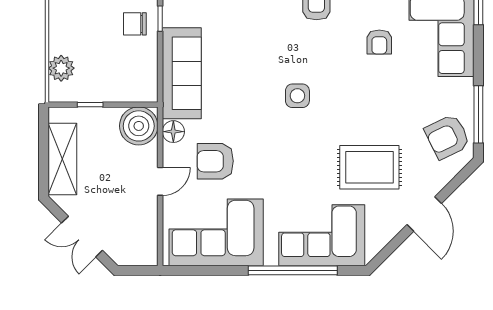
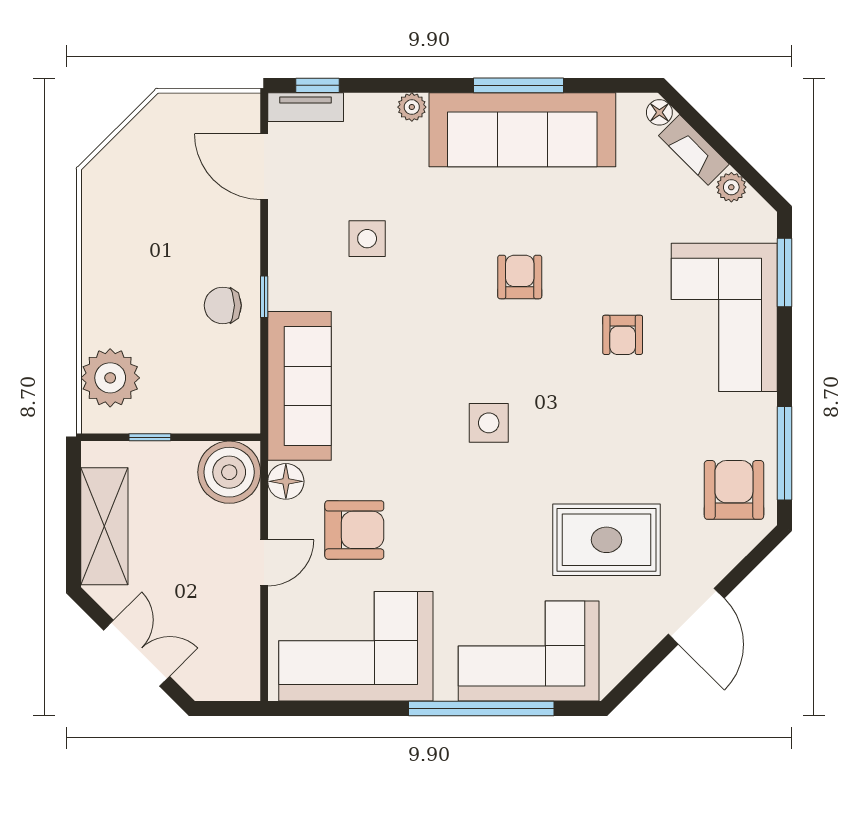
plant: (61, 68) -> (110, 378), width x1.36, depth x1.36
armchair: (447, 137) -> (734, 490), turned 116
armchair: (215, 161) -> (354, 530), turned 180
double door: (82, 237) -> (137, 653), swing flipped

